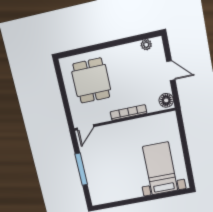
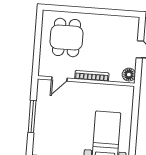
plant: (146, 45) -> (124, 21), removed
door: (85, 127) -> (59, 79), moved

